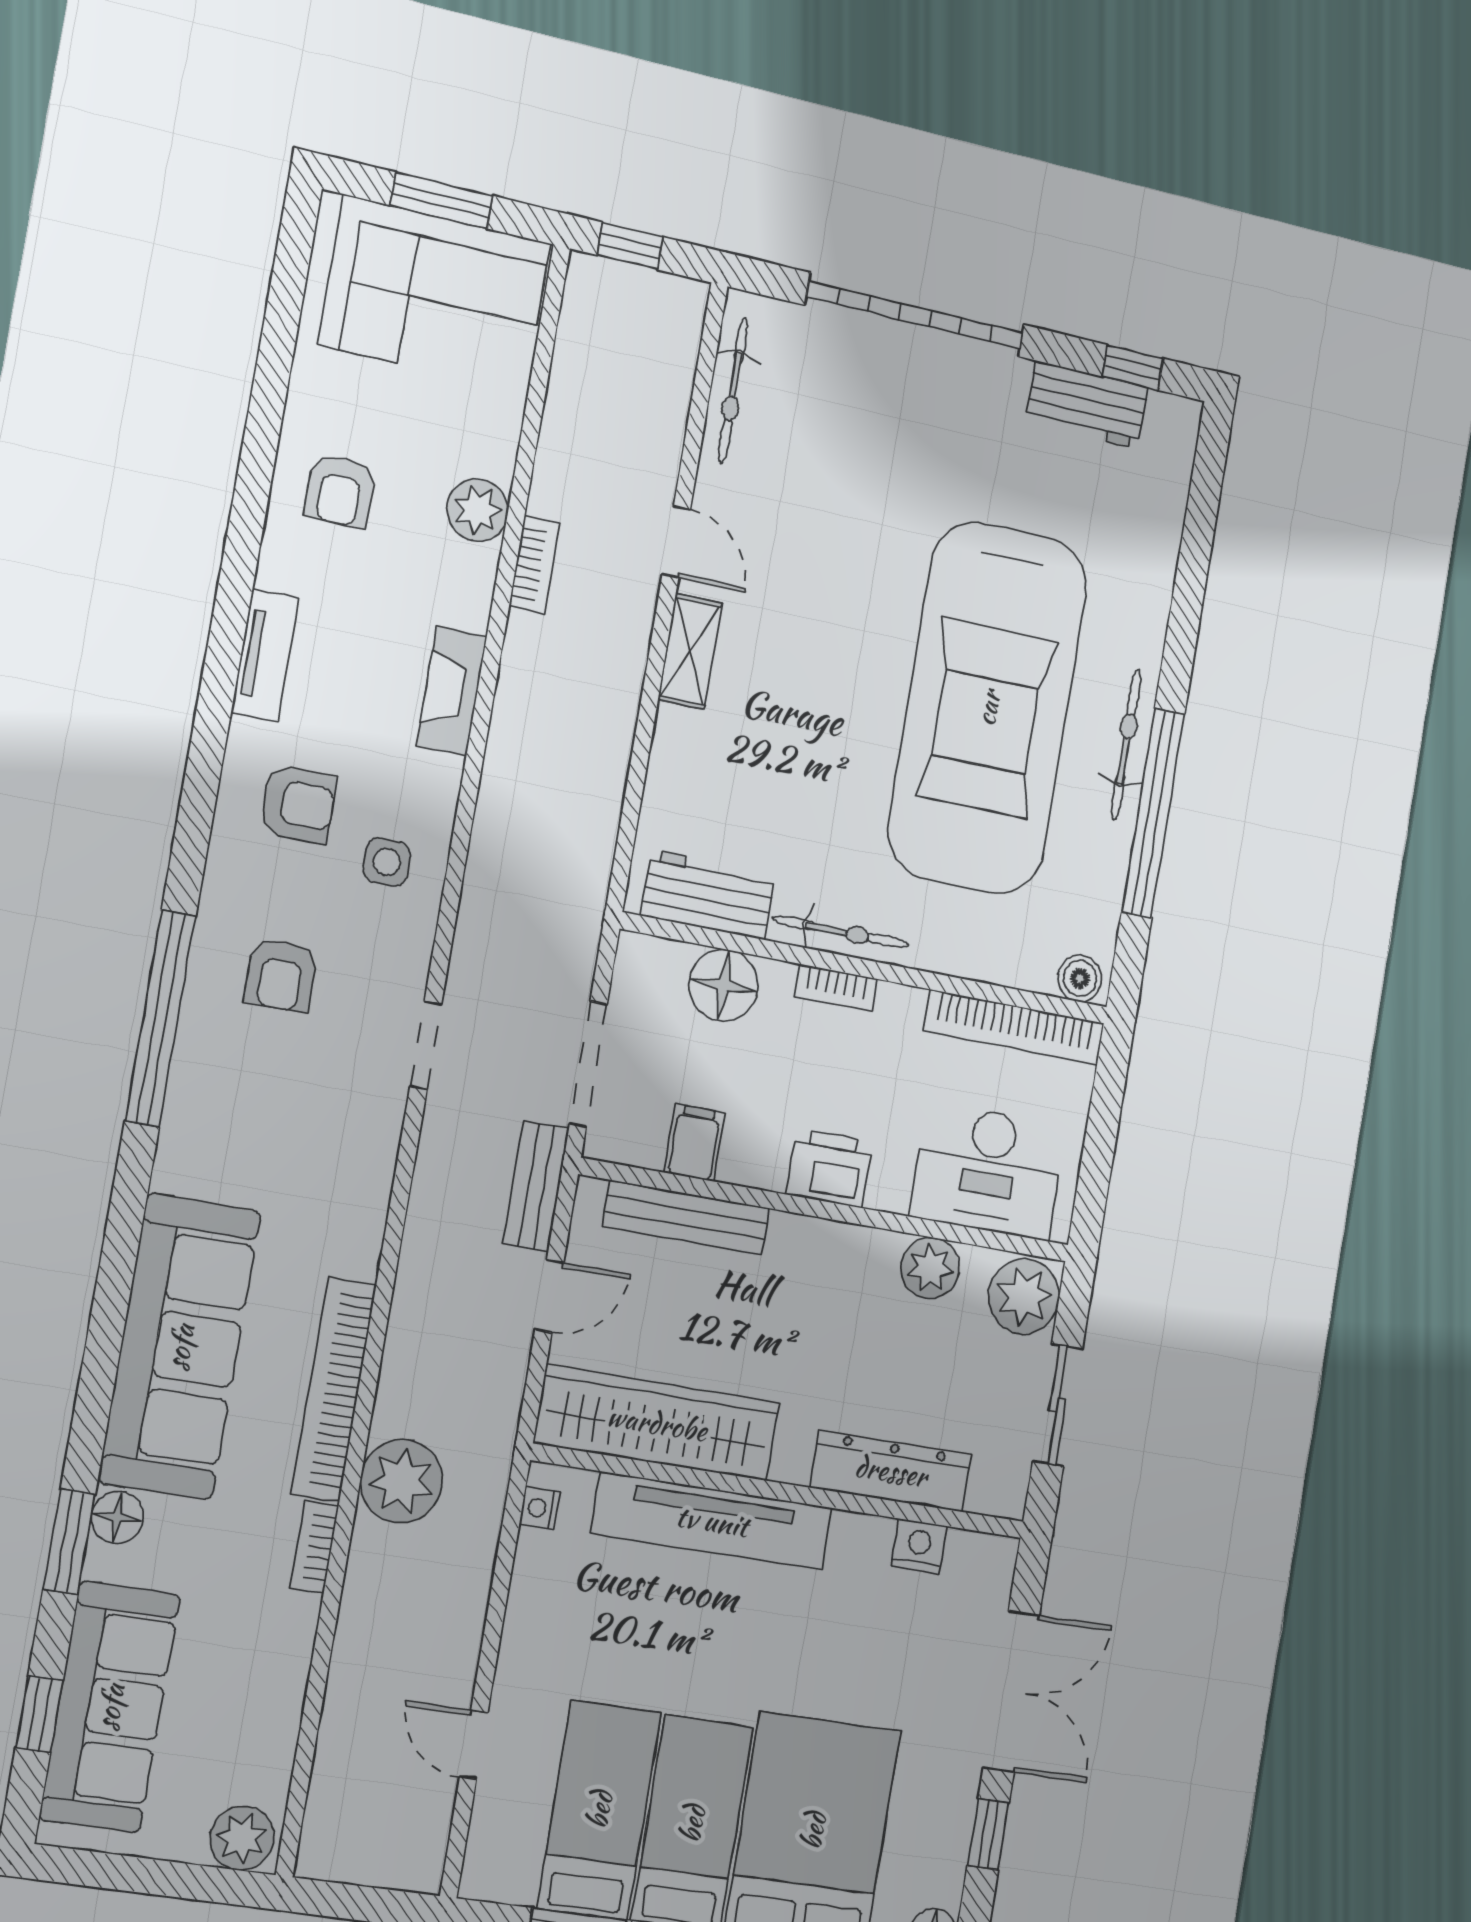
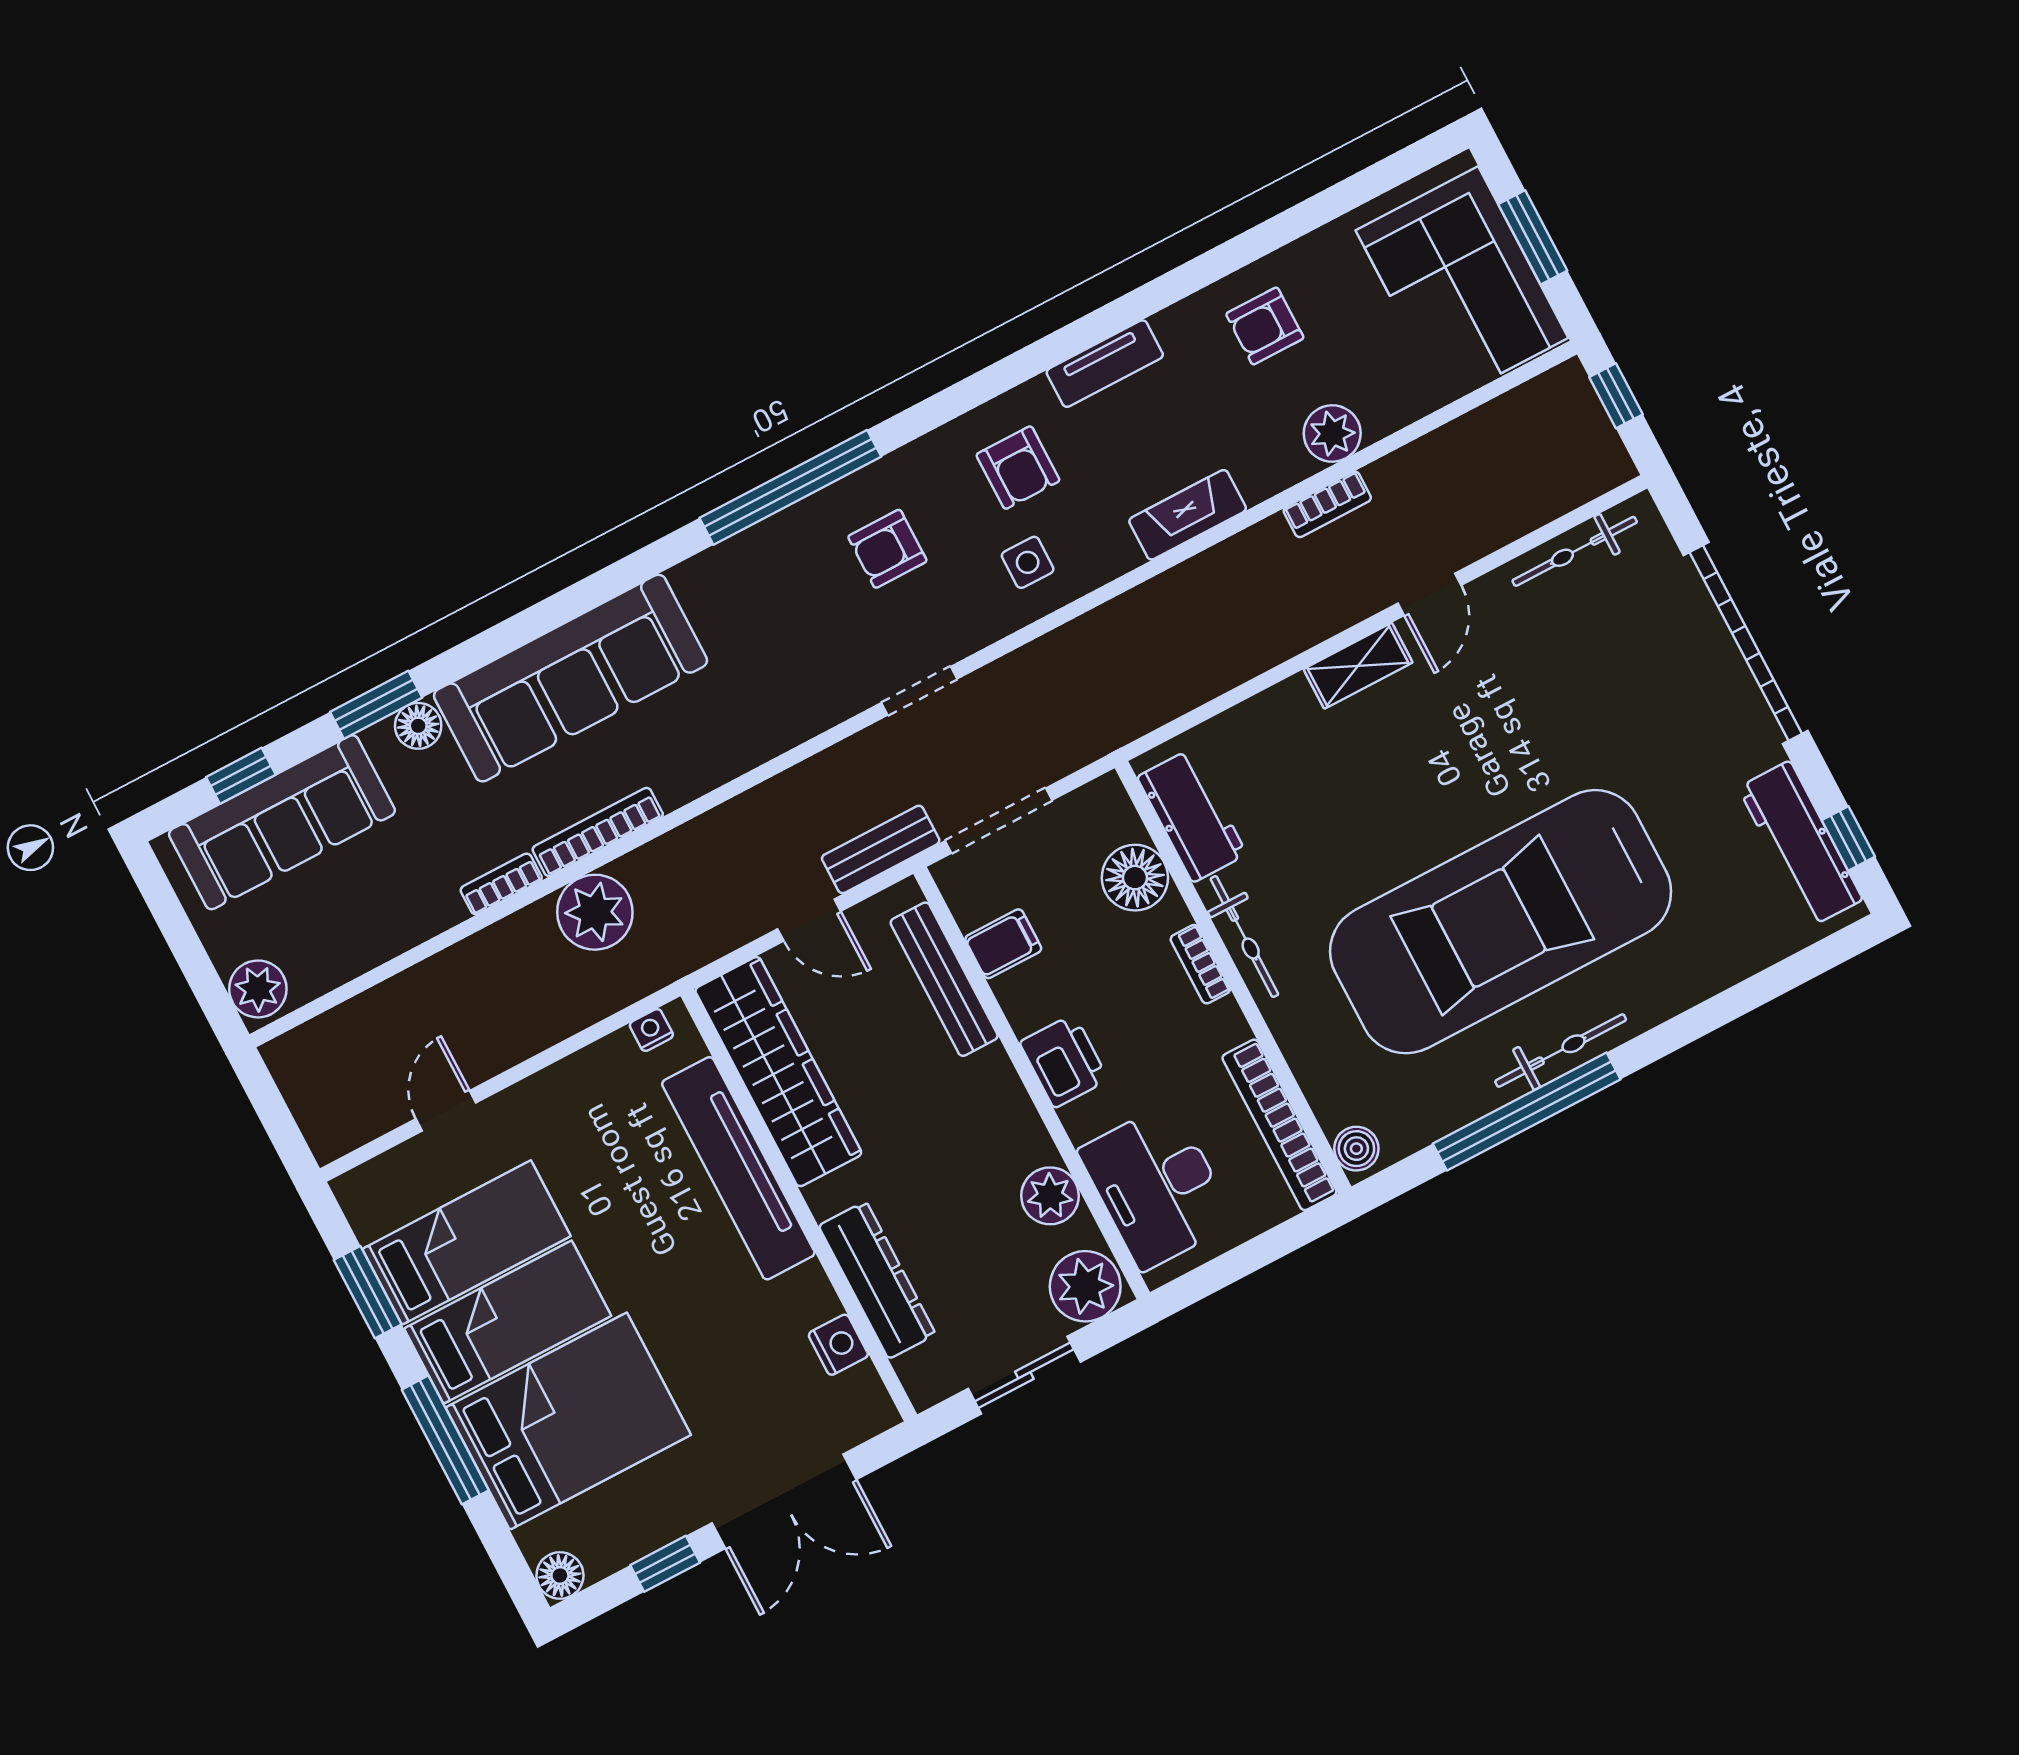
workbench: (1087, 405) -> (1800, 844), width x1.38
bookcase: (334, 1389) -> (598, 832), width x0.68, depth x0.76

